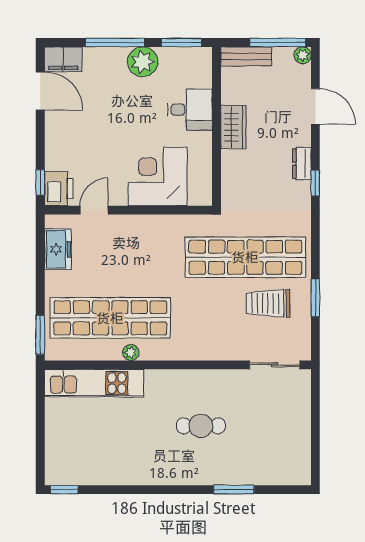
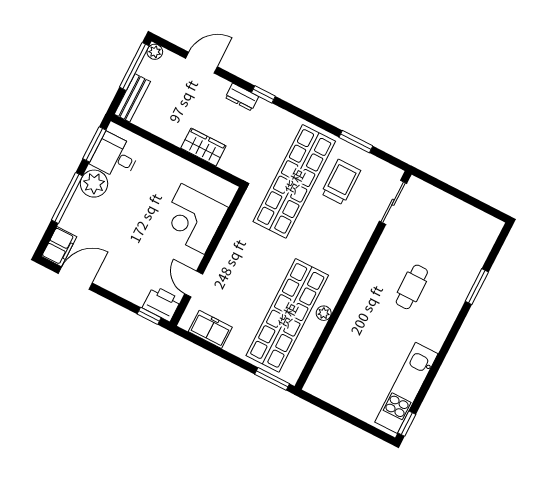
desk: (190, 110) -> (115, 156), moved, turned -90
wardrobe: (233, 127) -> (203, 147), moved
trolley: (268, 303) -> (341, 182), turned 180
kitchen unit: (94, 383) -> (406, 388), moved, turned 180

